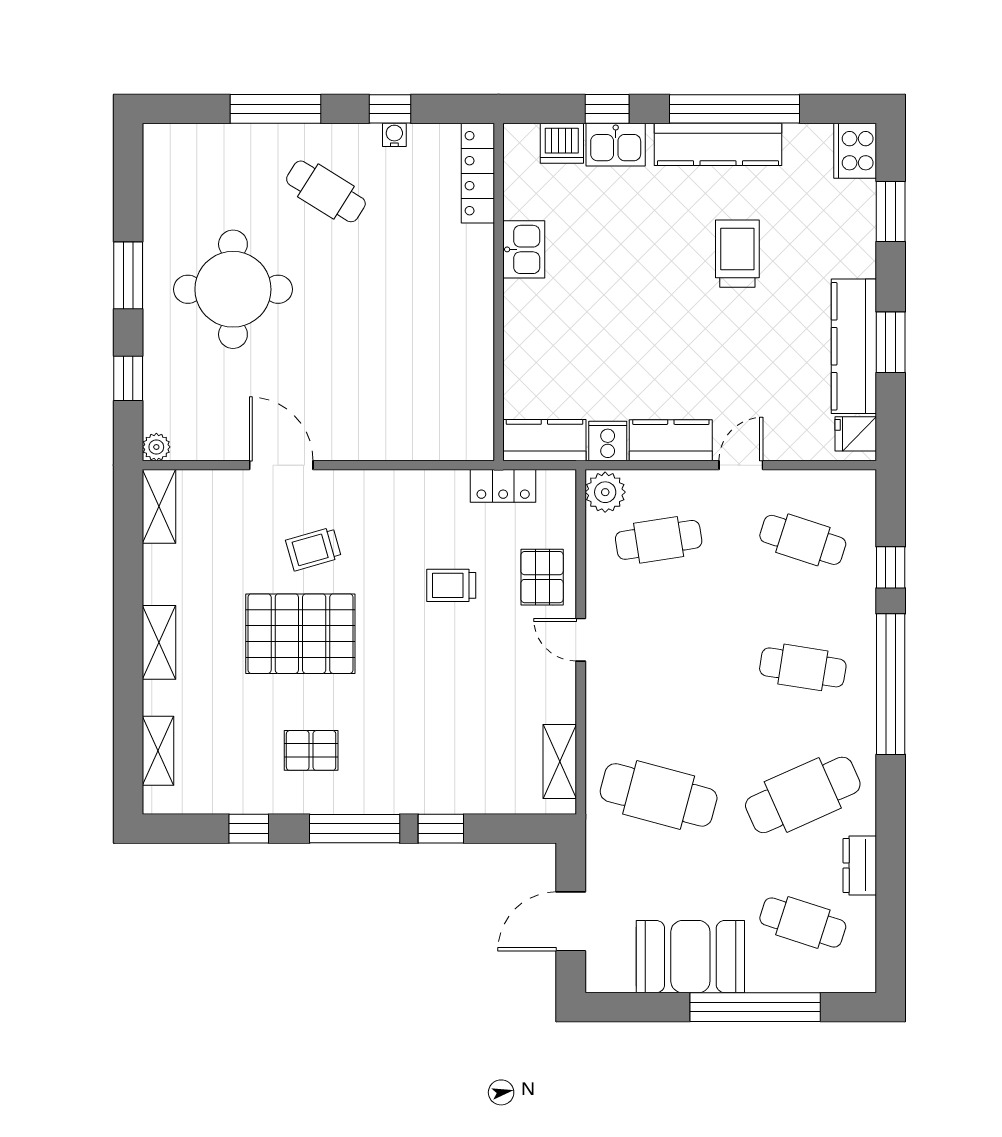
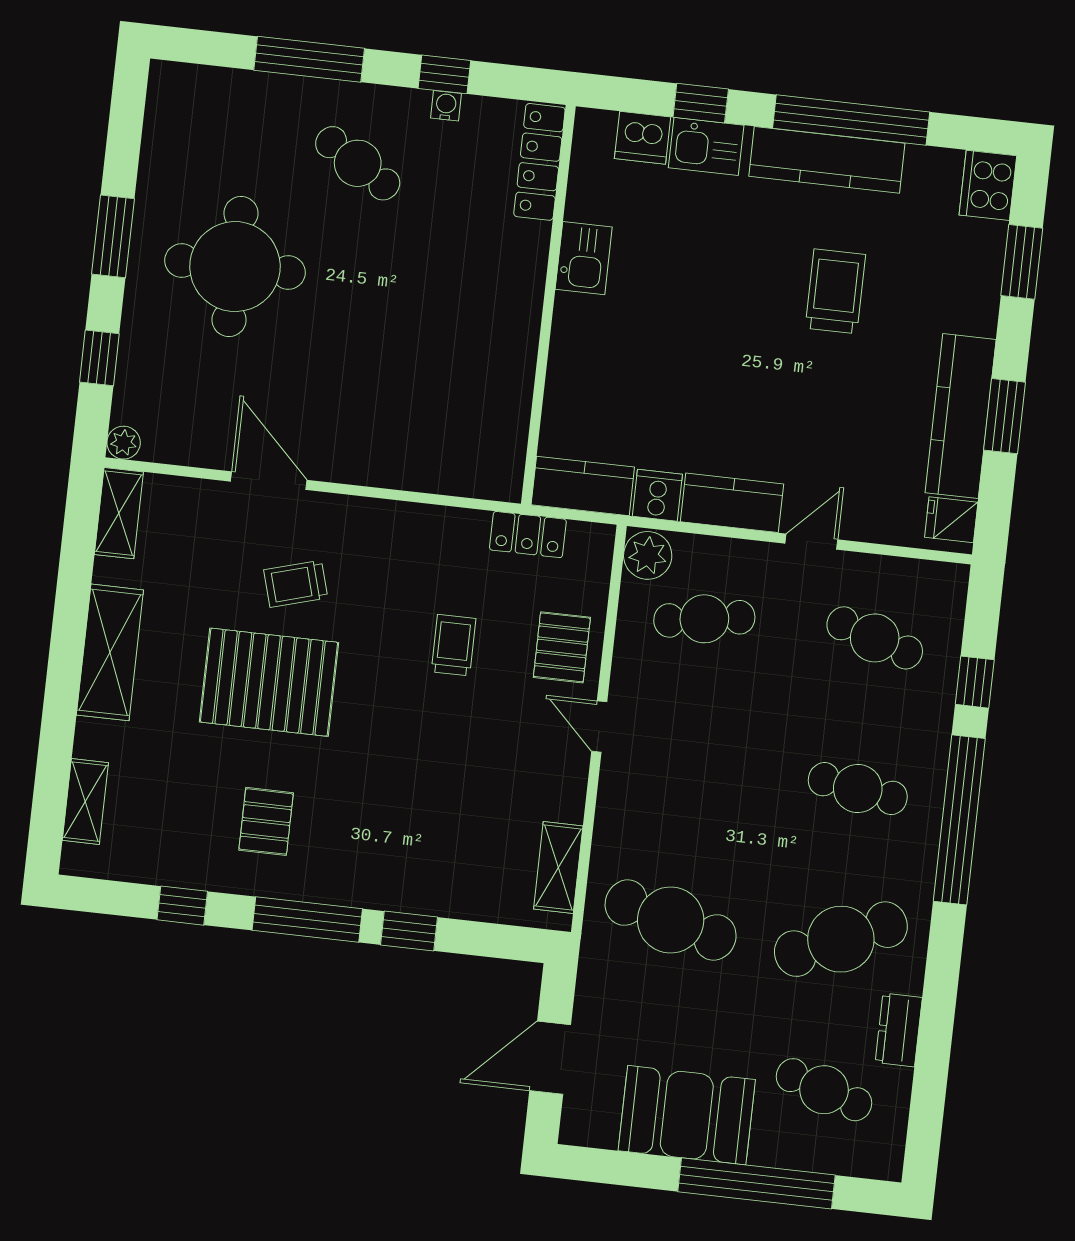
trolley: (451, 585) -> (453, 645), turned 90
shelving: (159, 642) -> (110, 652), width x1.50, depth x1.33
pallet: (311, 750) -> (266, 821), turned 90

